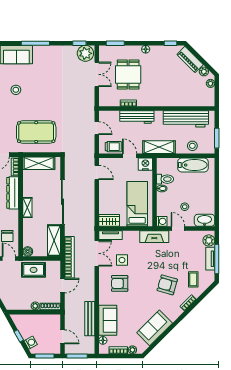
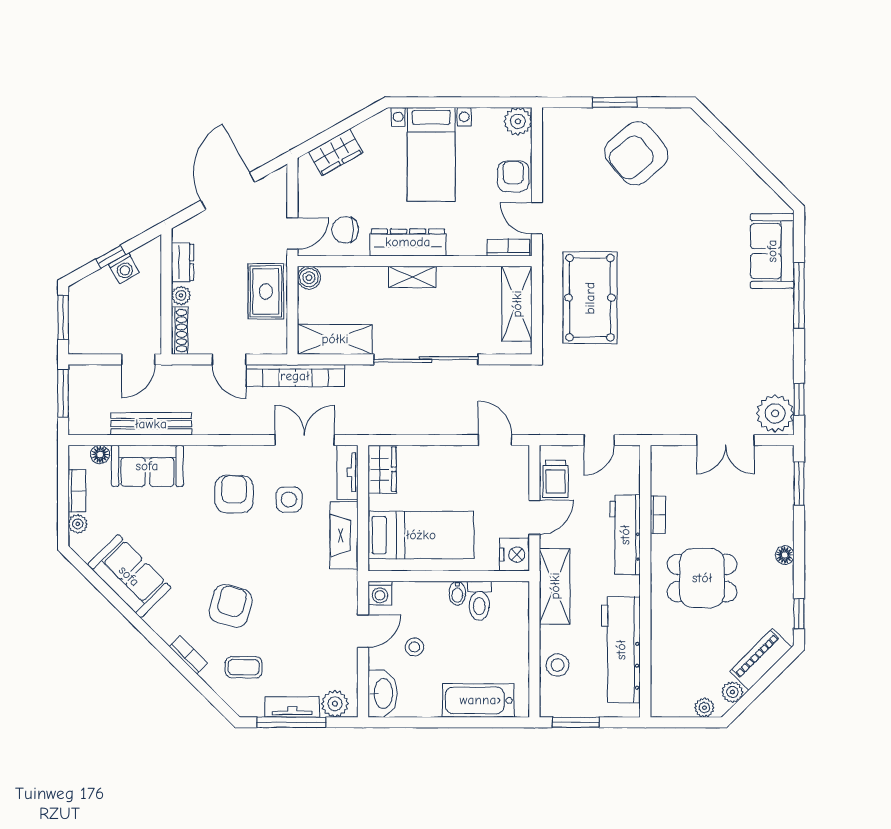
dining table: (128, 74) -> (702, 578), moved
stool: (16, 90) -> (689, 250), removed
bathtub: (193, 165) -> (478, 700), moved, turned 90
door: (97, 172) -> (495, 440), swing flipped
dresser: (13, 193) -> (408, 242), moved
fireplace: (154, 237) -> (344, 535), moved
double door: (97, 253) -> (305, 440), swing flipped
dresser: (21, 305) -> (183, 262), added
door: (62, 337) -> (138, 359), moved
washing machine: (31, 343) -> (124, 268), moved

